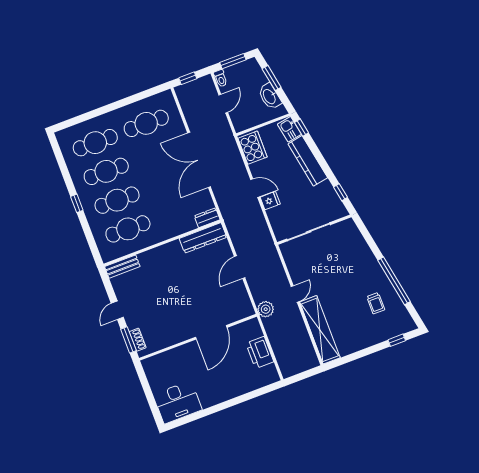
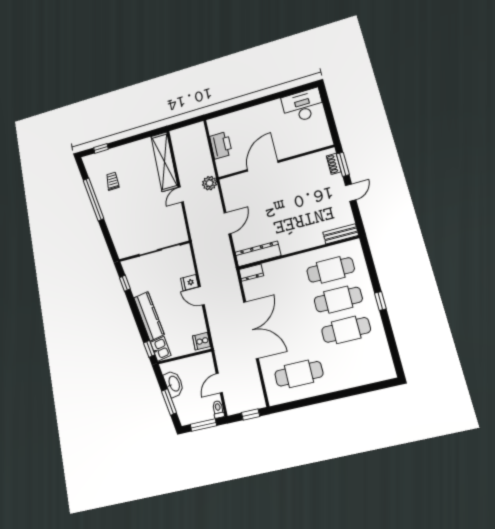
cafe table: (95, 143) -> (354, 361), removed
cooker: (253, 148) -> (201, 341), width x0.53, depth x0.76

